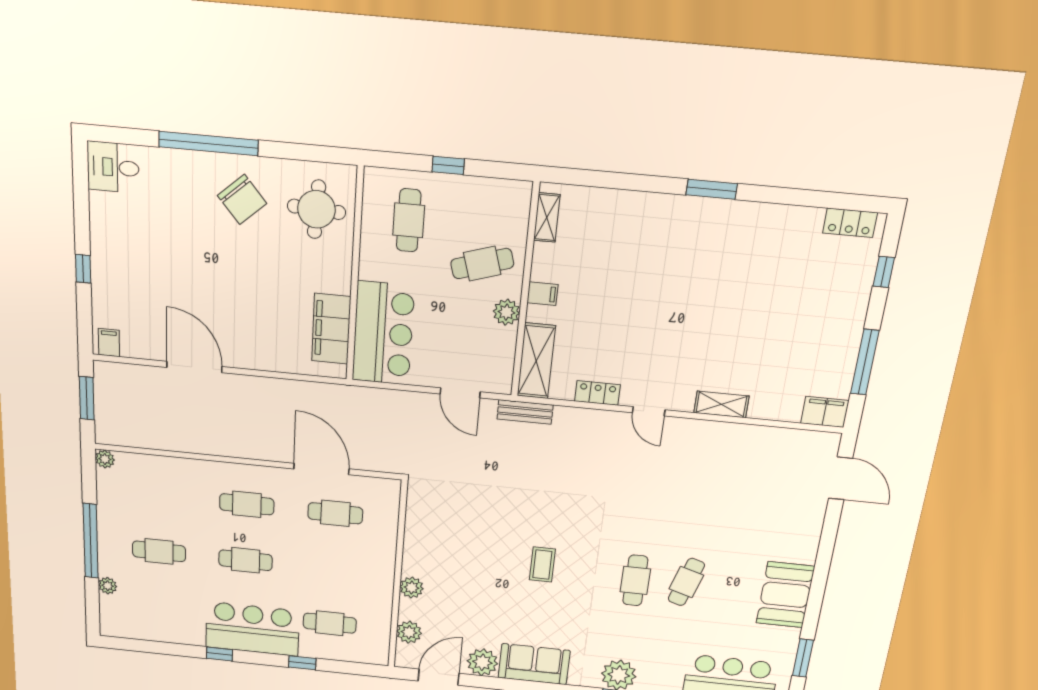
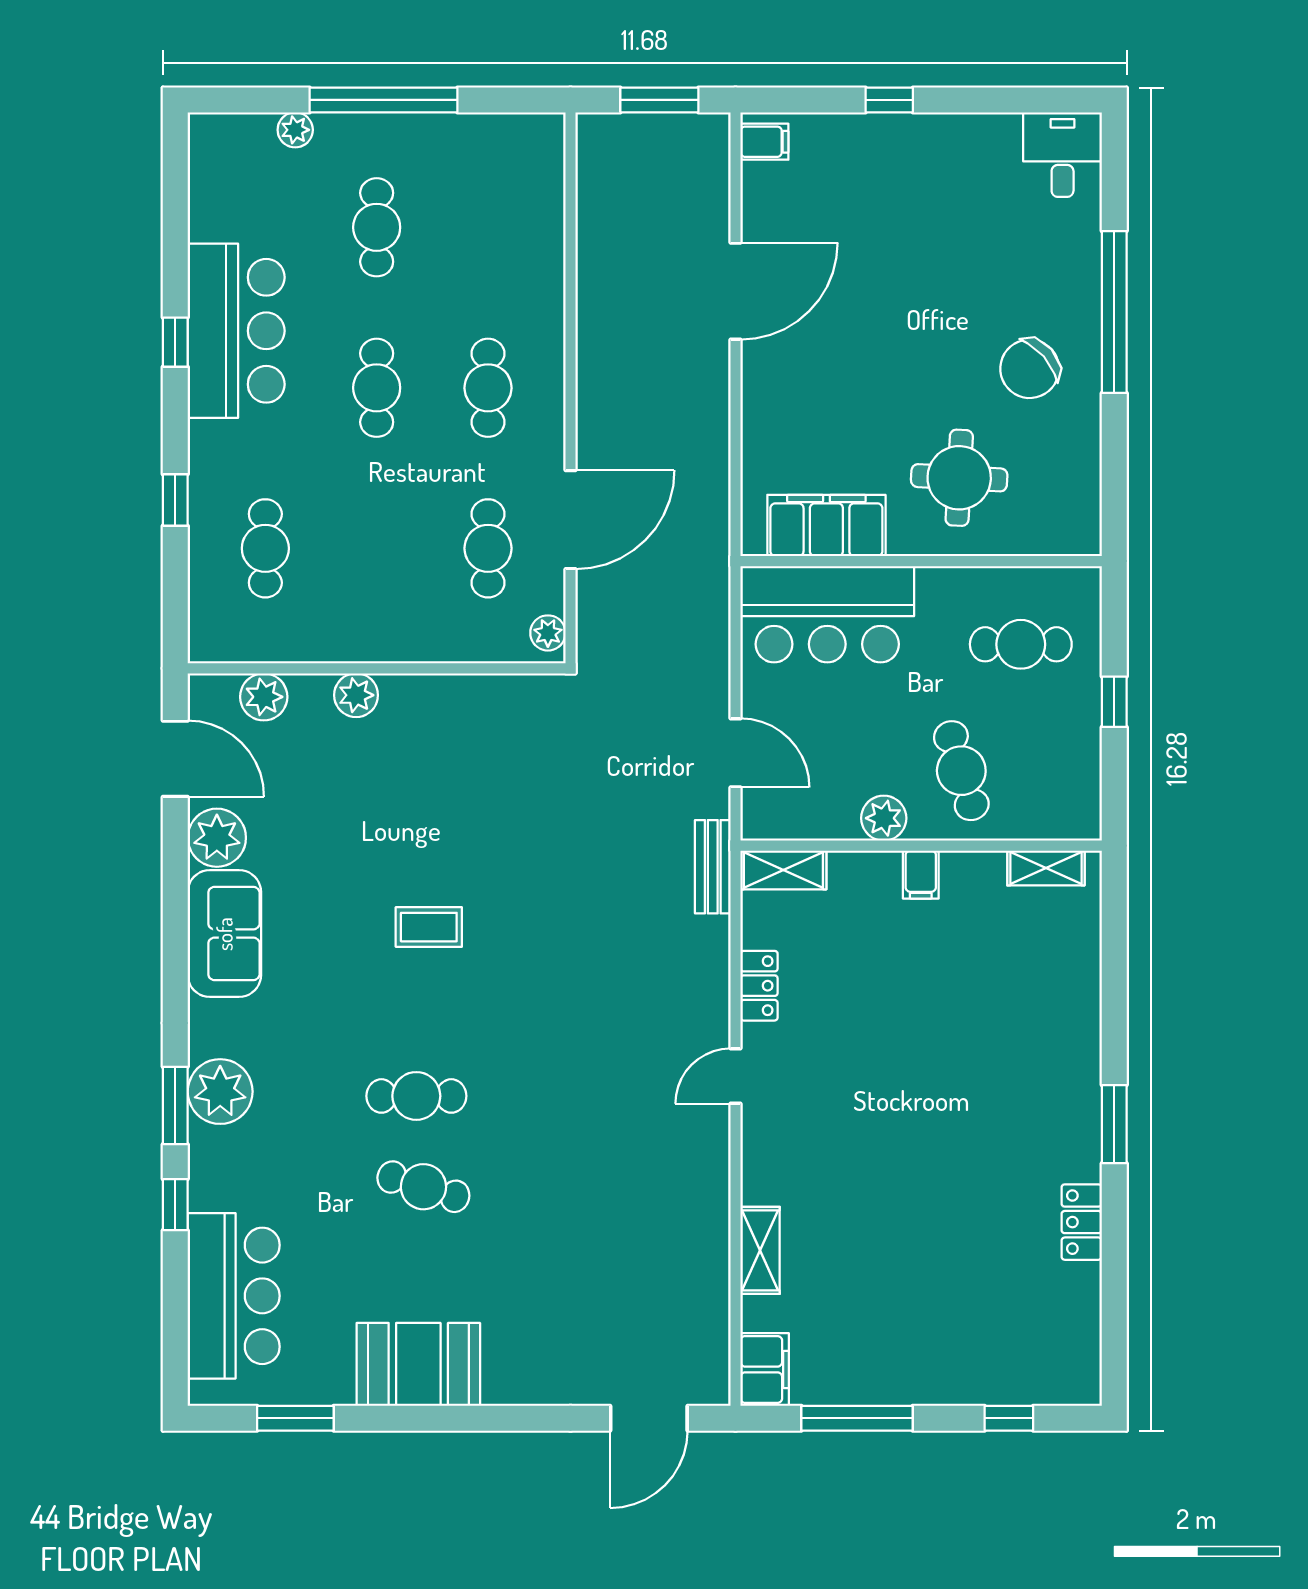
round table: (316, 209) -> (959, 478), moved
locker: (850, 223) -> (1082, 1222), moved
shelving: (536, 361) -> (783, 870), width x0.67, depth x0.75
door: (460, 393) -> (736, 753), swing flipped
shelving: (721, 404) -> (760, 1250), moved
plant: (105, 459) -> (548, 633), moved
bar counter: (252, 629) -> (236, 331), moved

